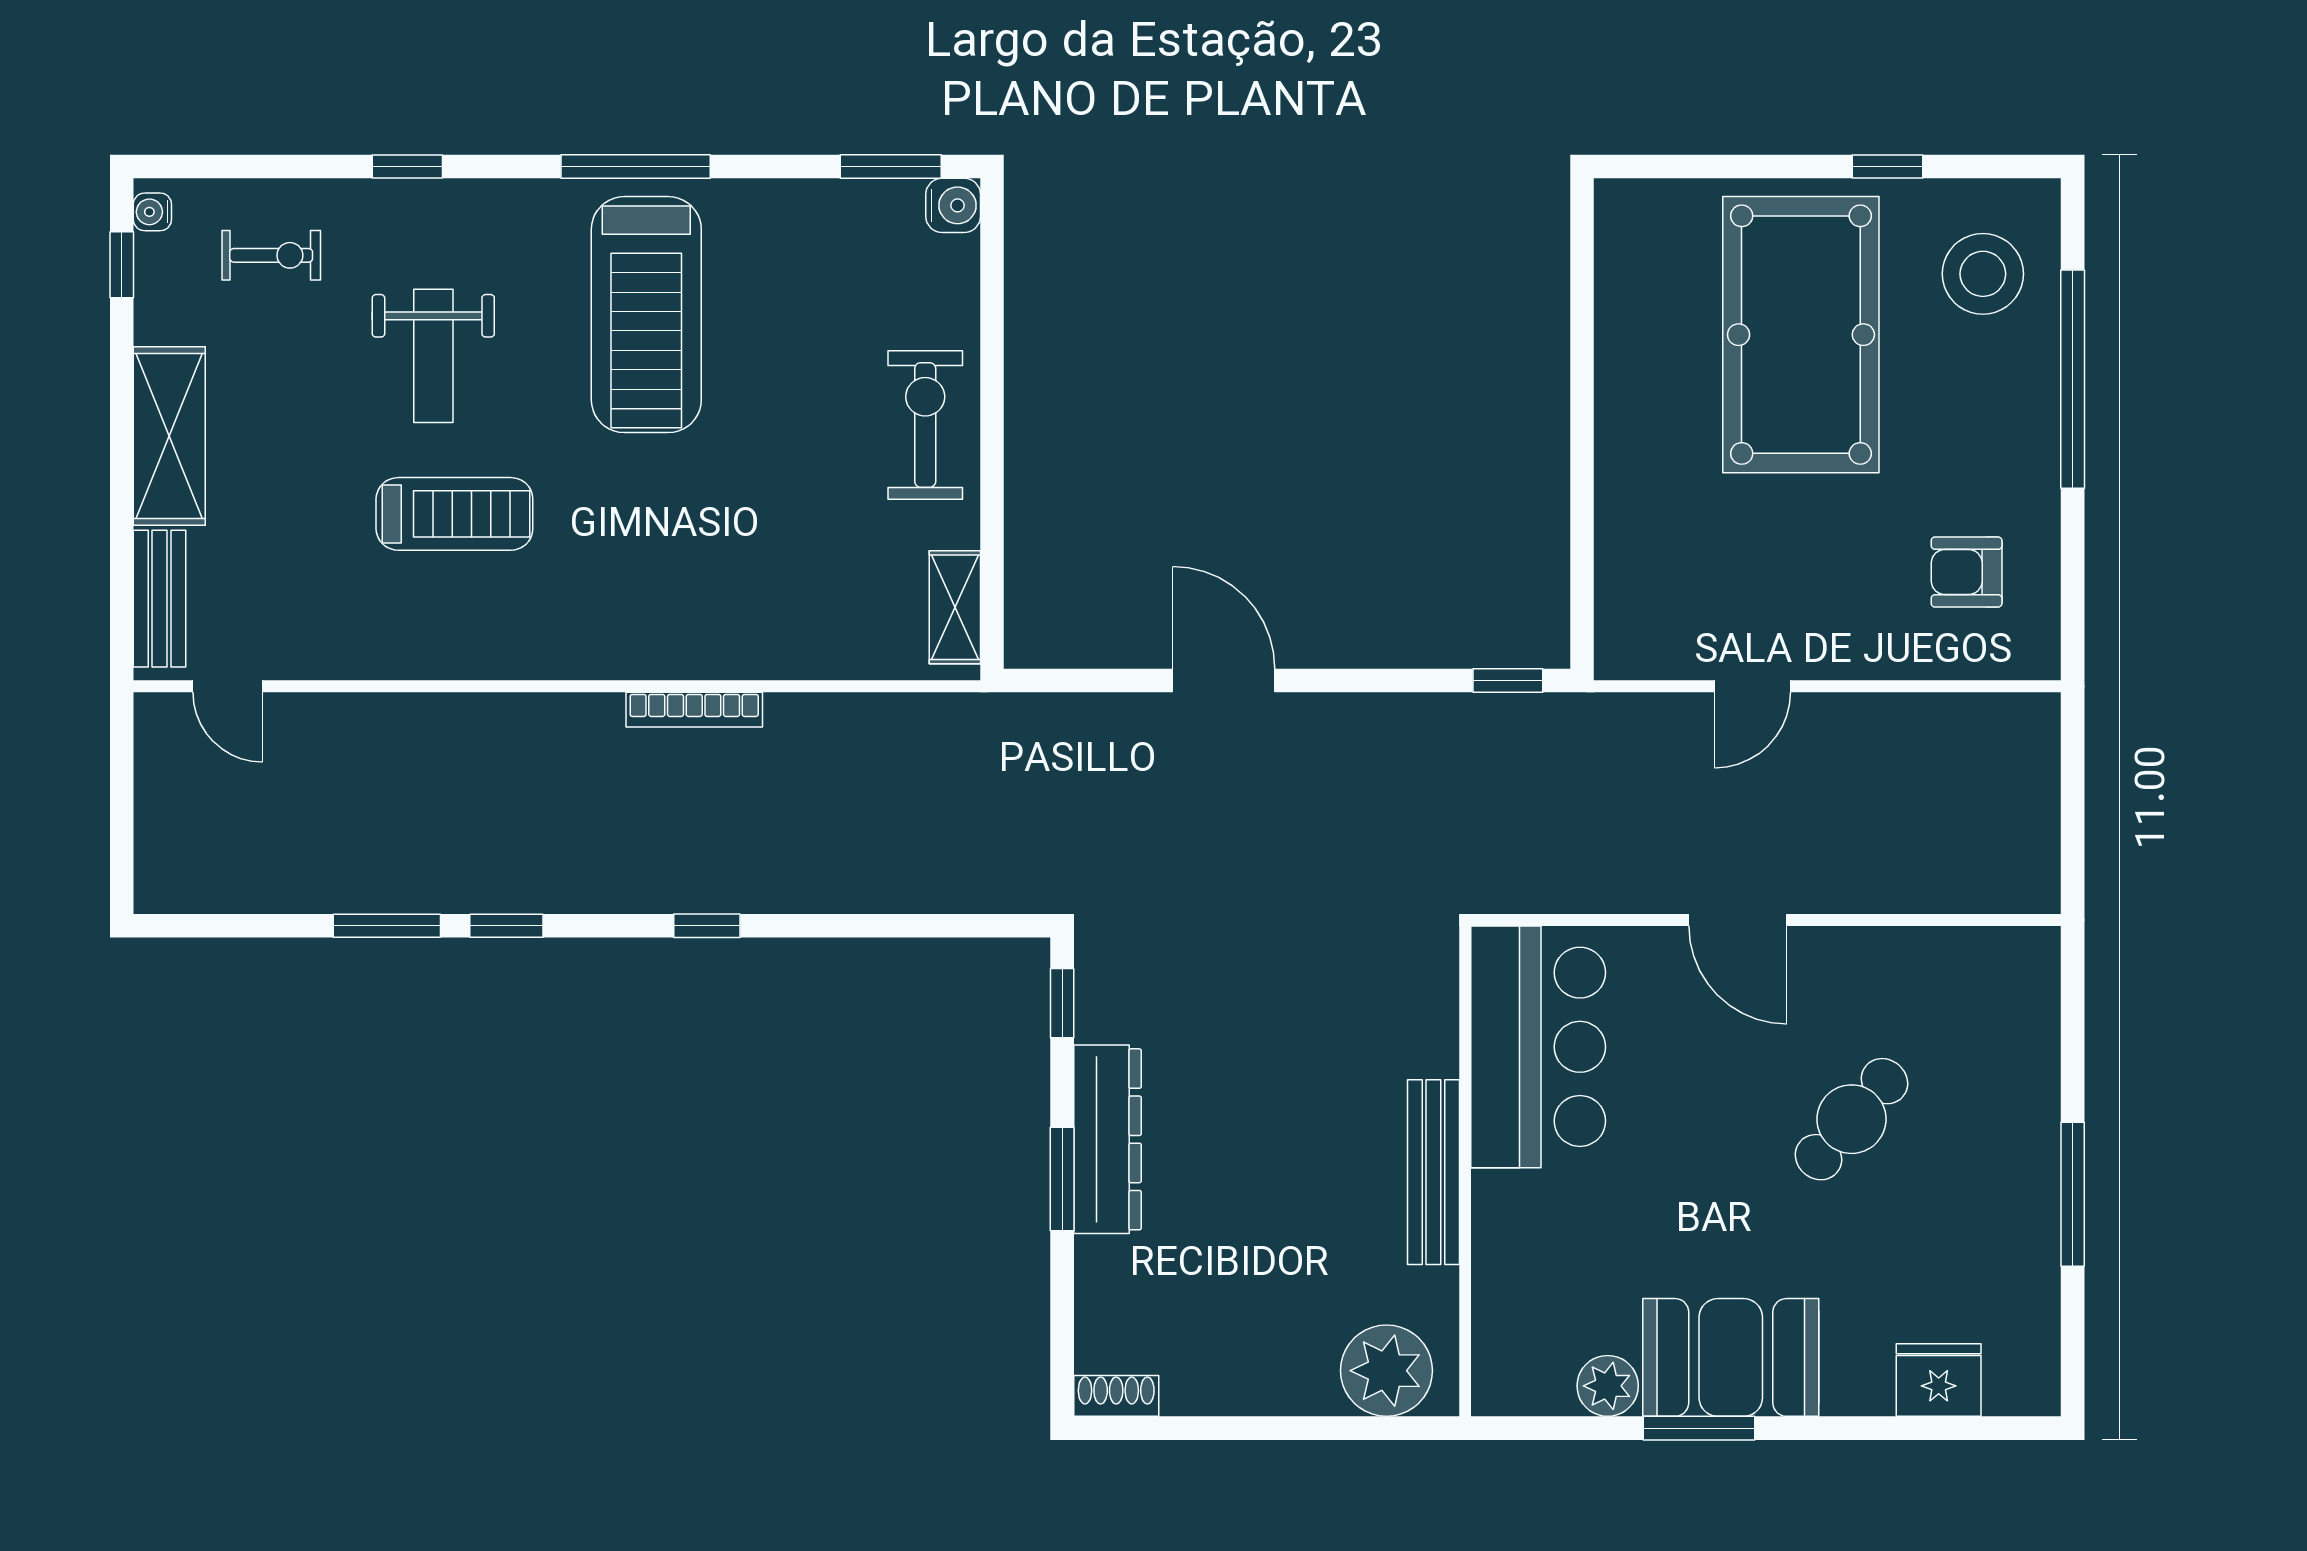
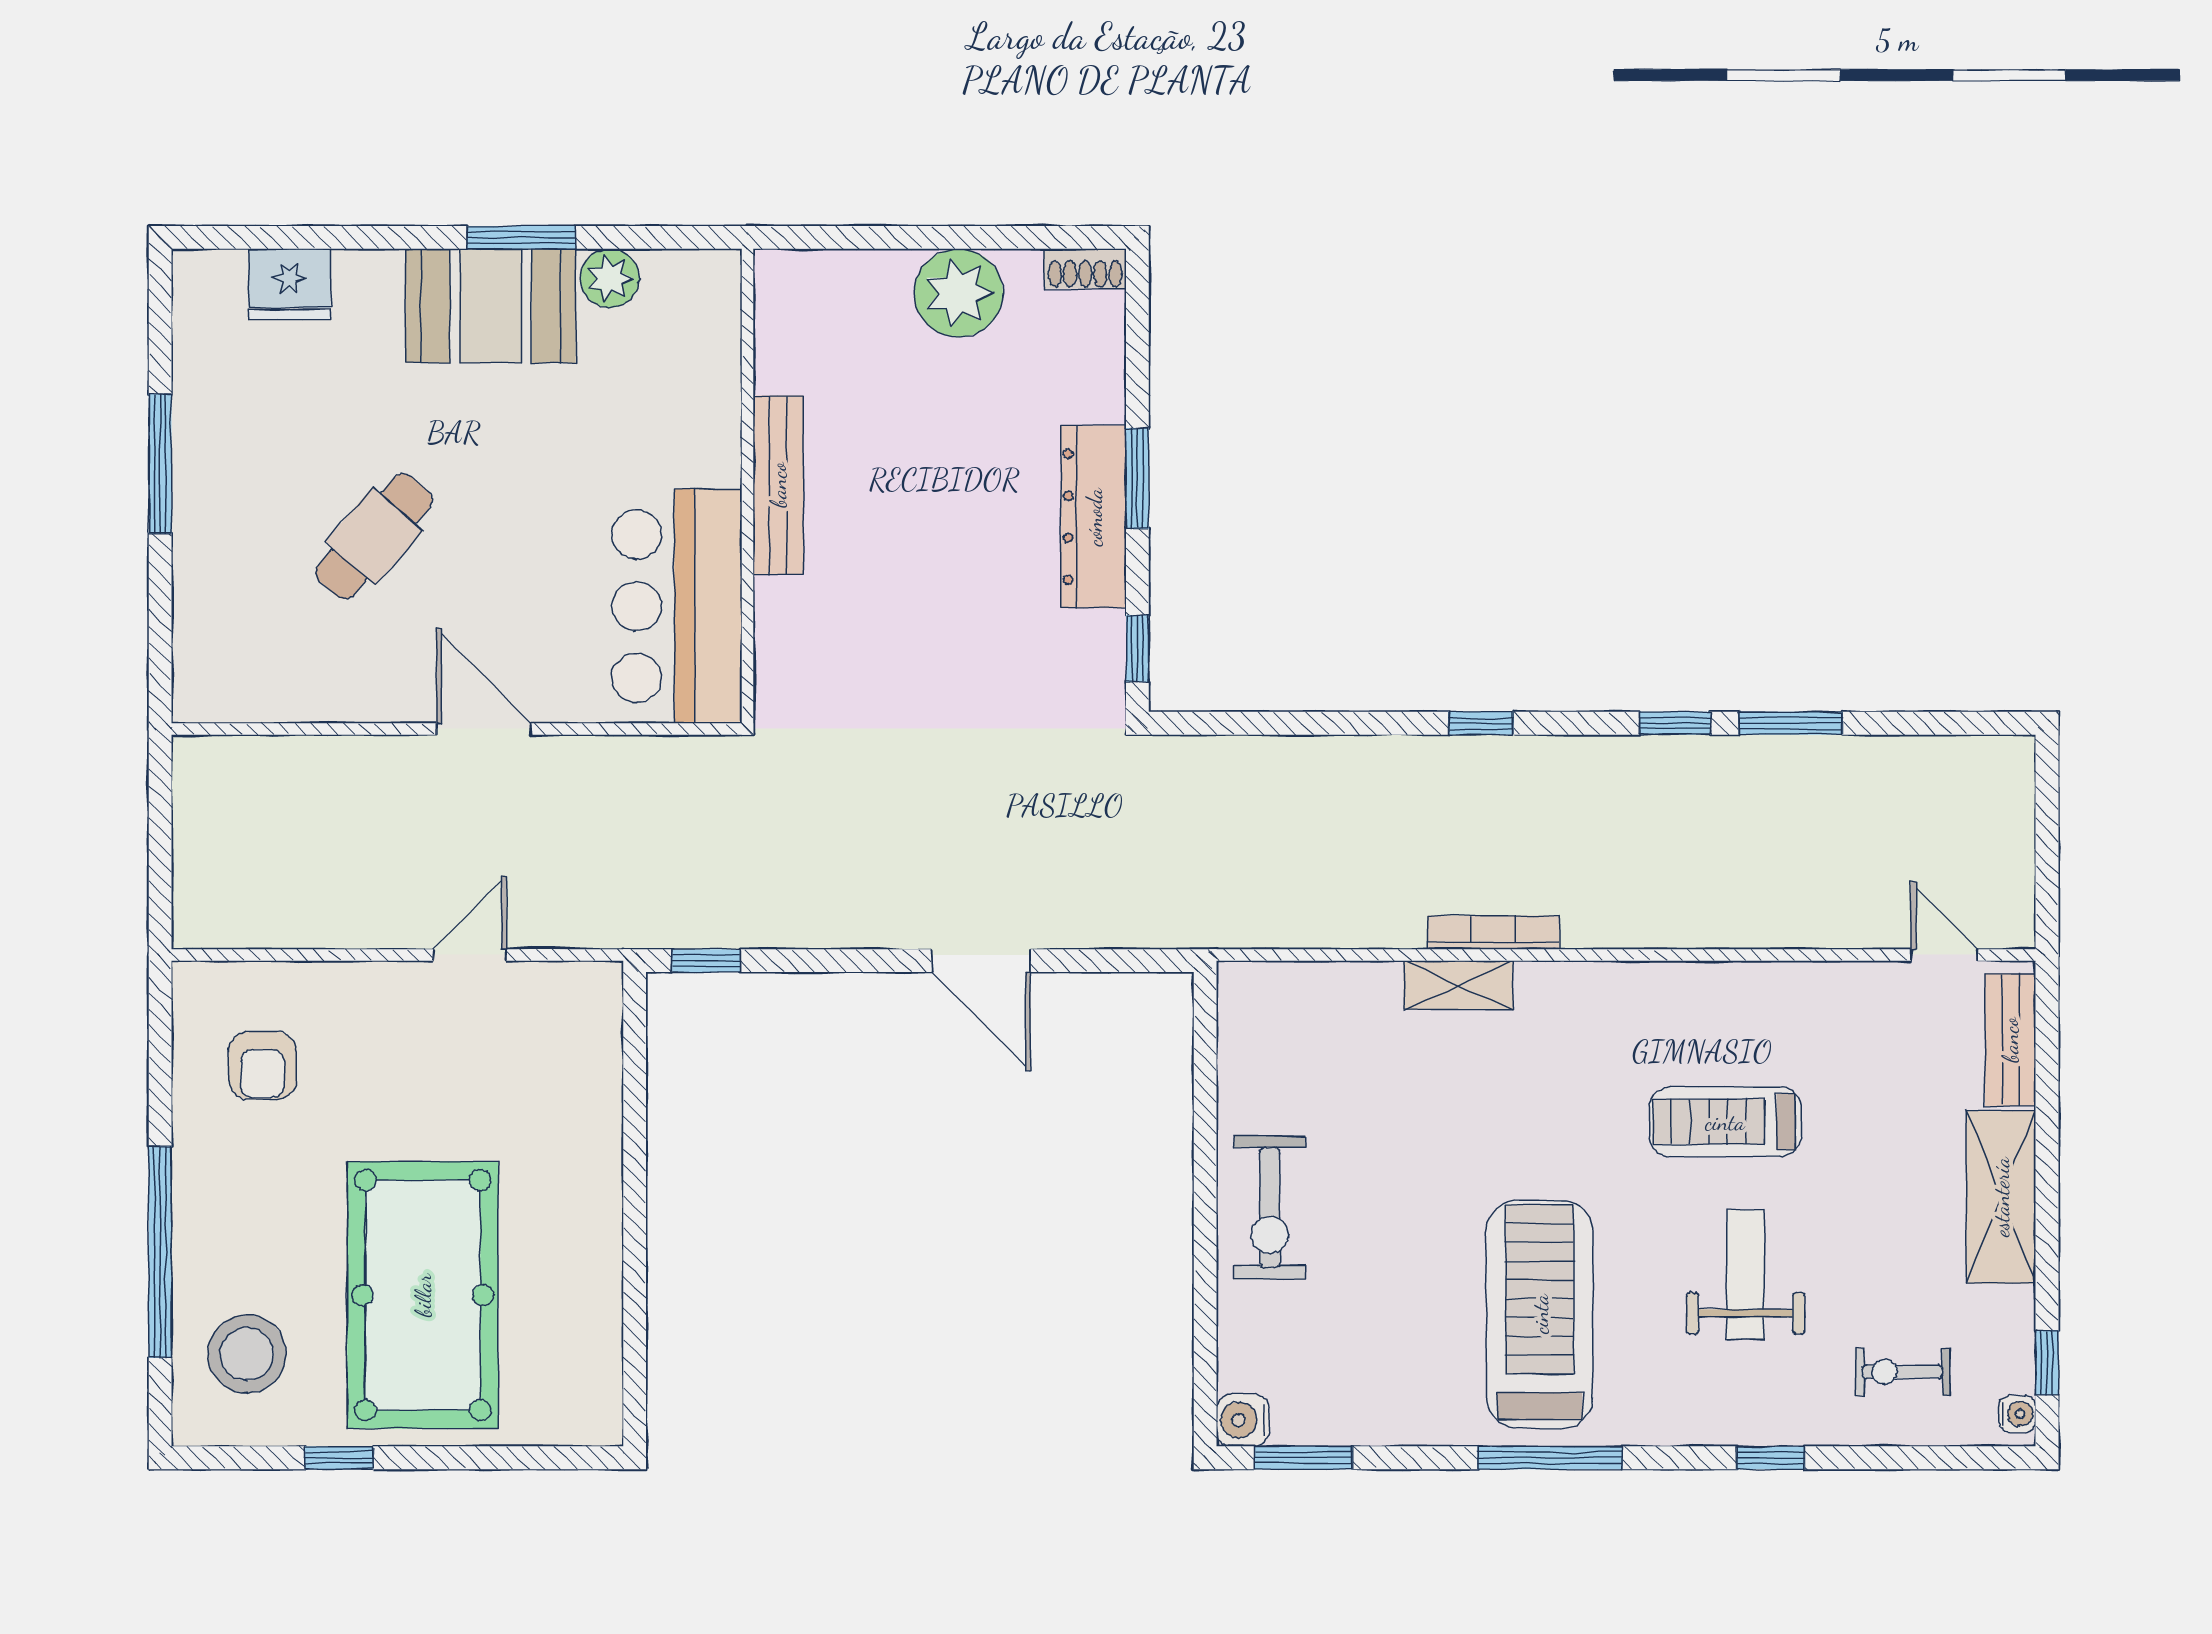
armchair: (1967, 572) -> (263, 1065), turned 90
shelving: (955, 607) -> (1458, 985), moved, turned 90
plant: (1386, 1371) -> (959, 293), moved

